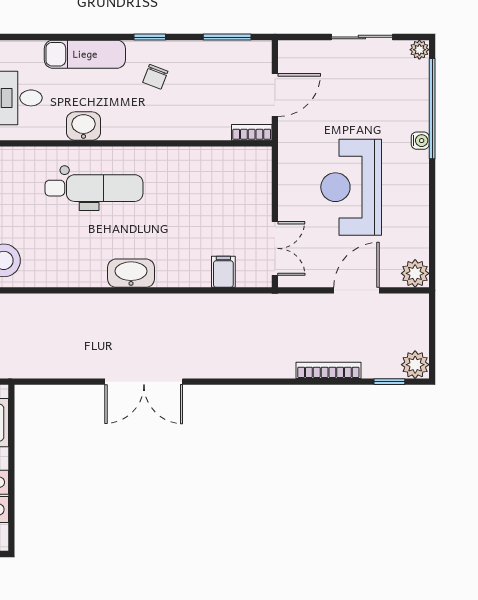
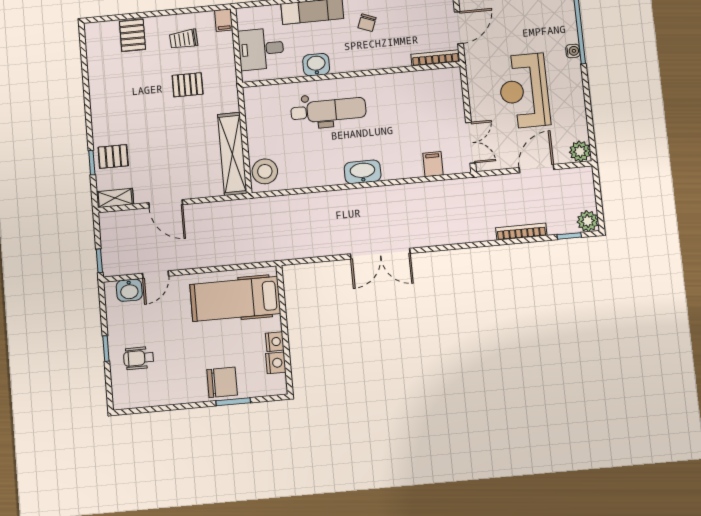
bookcase: (252, 132) -> (435, 58), width x1.56

